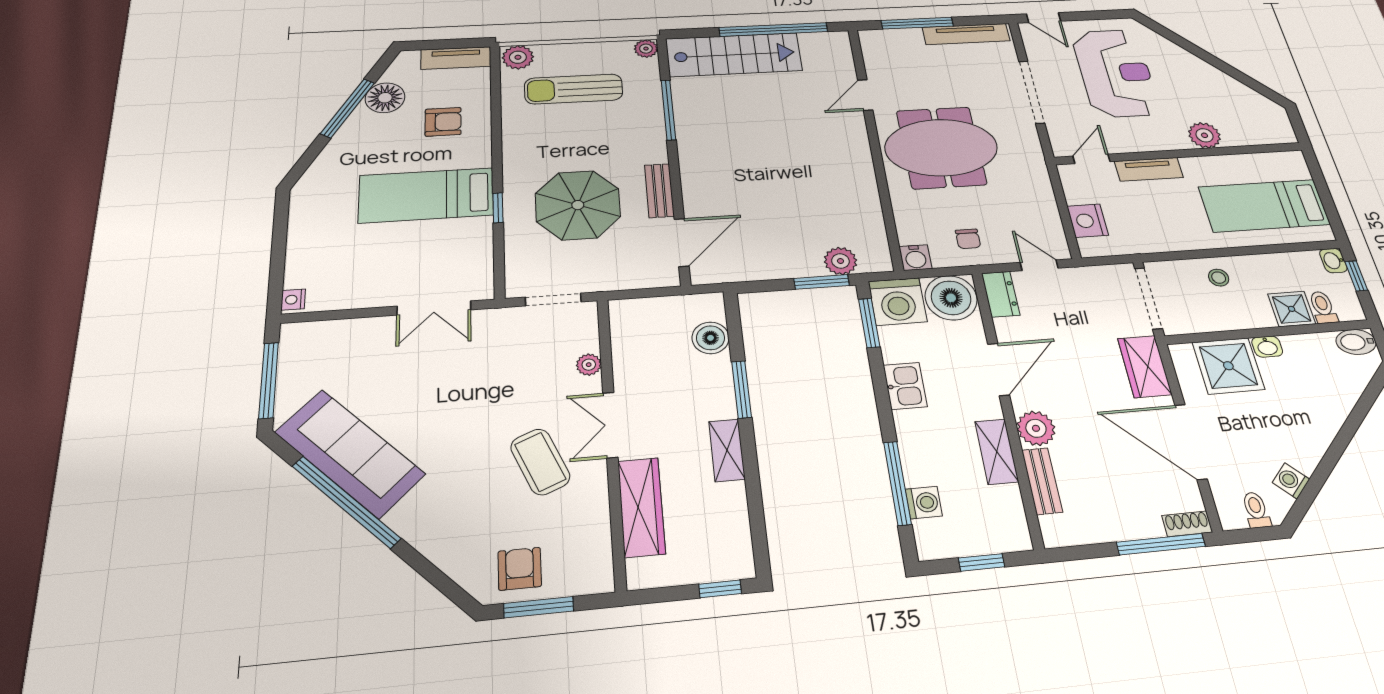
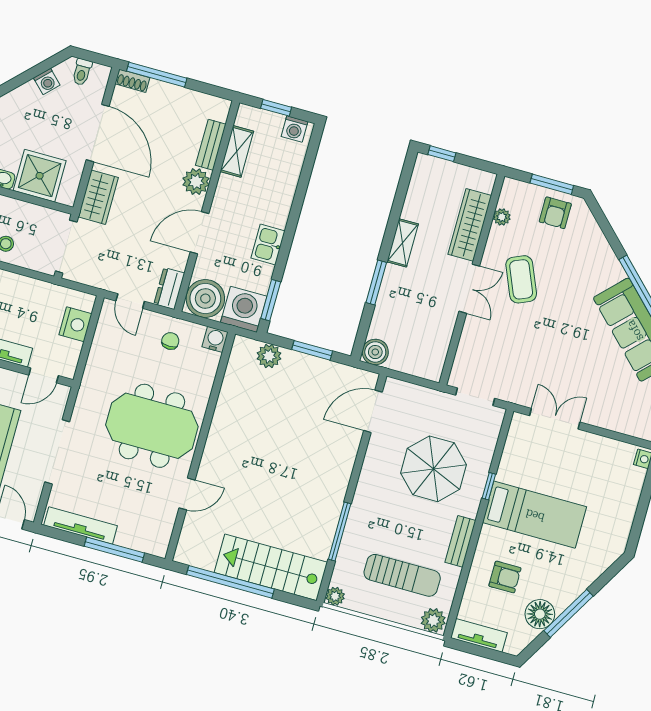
armchair: (443, 122) -> (505, 577), turned 180
bench: (659, 191) -> (460, 541), moved
window: (822, 282) -> (312, 350), moved
boiler: (710, 338) -> (375, 352), moved
plant: (589, 365) -> (502, 217), moved
shelving: (997, 452) -> (237, 151), moved
window: (897, 483) -> (304, 179), removed
washing machine: (924, 503) -> (294, 129), moved, turned -90

